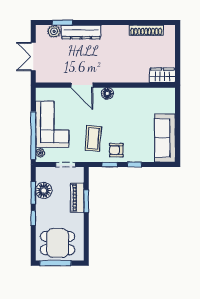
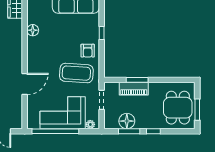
floor lamp: (107, 93) -> (33, 30), moved
window: (33, 135) -> (55, 131), moved
coffee table: (93, 138) -> (76, 73), width x1.36, depth x1.32
window: (110, 165) -> (102, 57), removed
window: (56, 263) -> (197, 110), width x0.69

